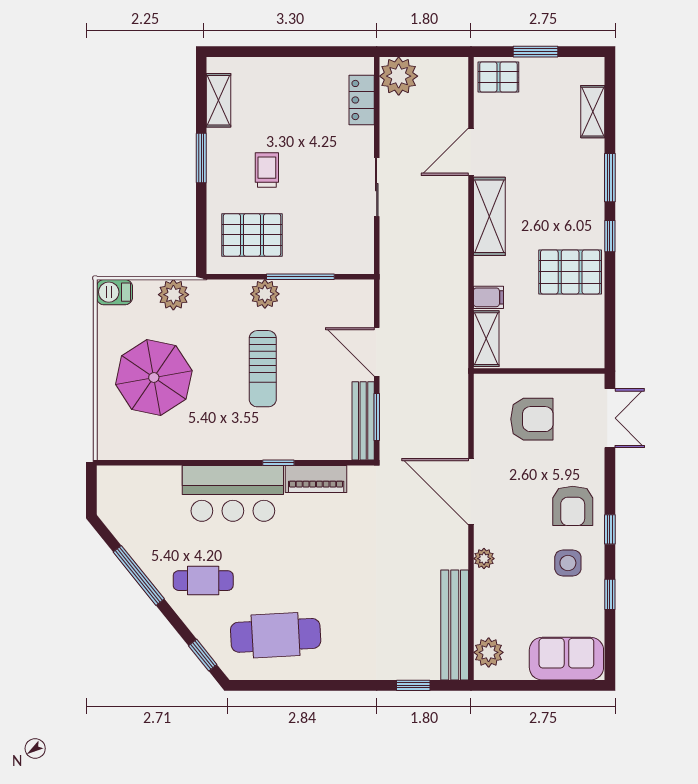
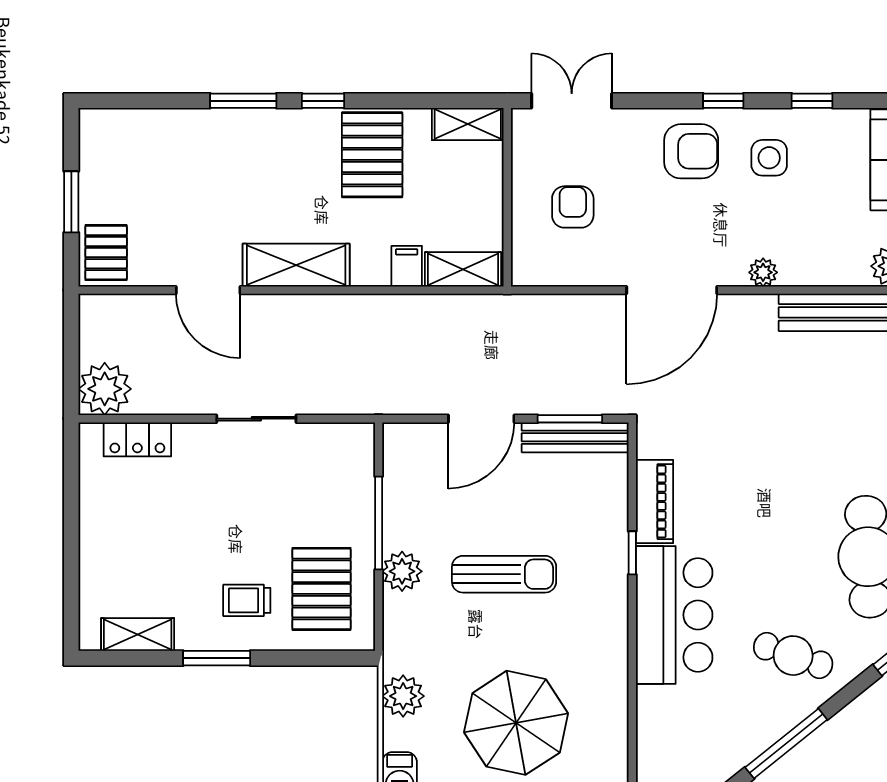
shelving: (593, 112) -> (468, 124), moved
trolley: (267, 170) -> (247, 600), moved
armchair: (532, 419) -> (573, 207), width x0.72, depth x0.72
cafe table: (203, 581) -> (793, 656), turned -71

